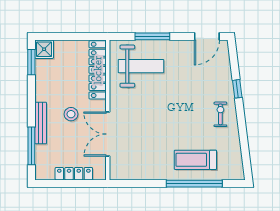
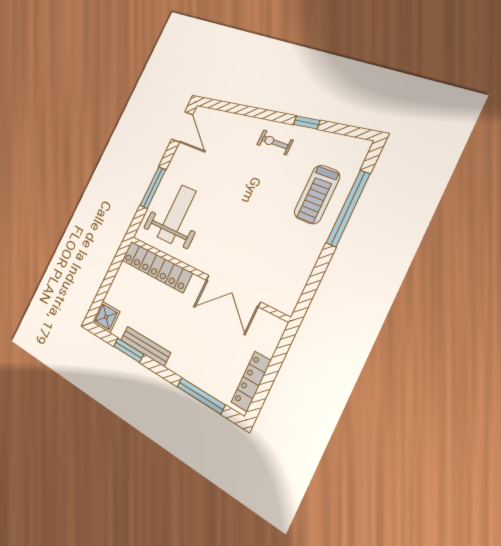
window: (31, 62) -> (129, 350), moved
window: (237, 89) -> (307, 122), moved
stool: (71, 114) -> (188, 324), removed
bench: (41, 123) -> (145, 346), moved
locker: (74, 174) -> (251, 381), moved

